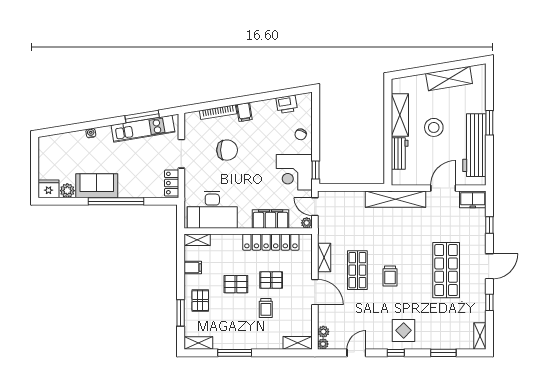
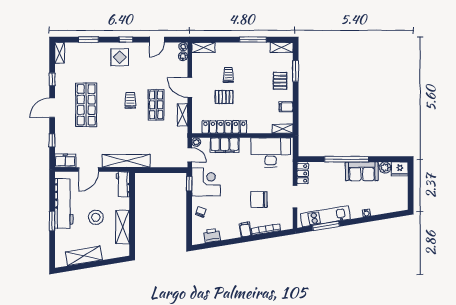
workbench: (400, 154) -> (123, 184), moved
pallet: (236, 284) -> (252, 94), removed

